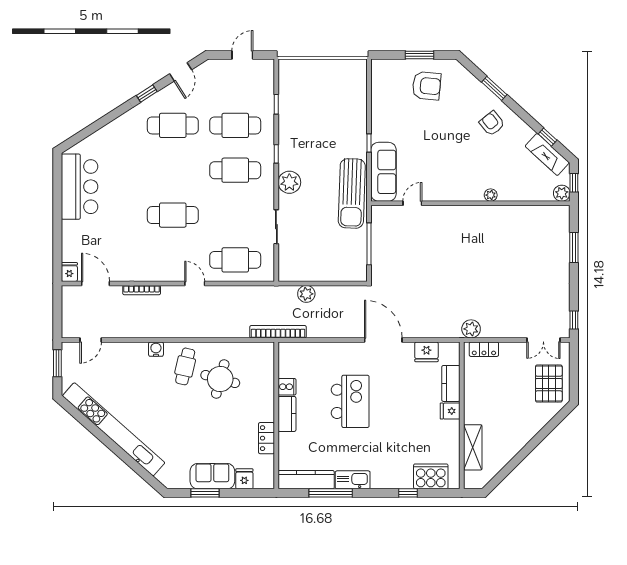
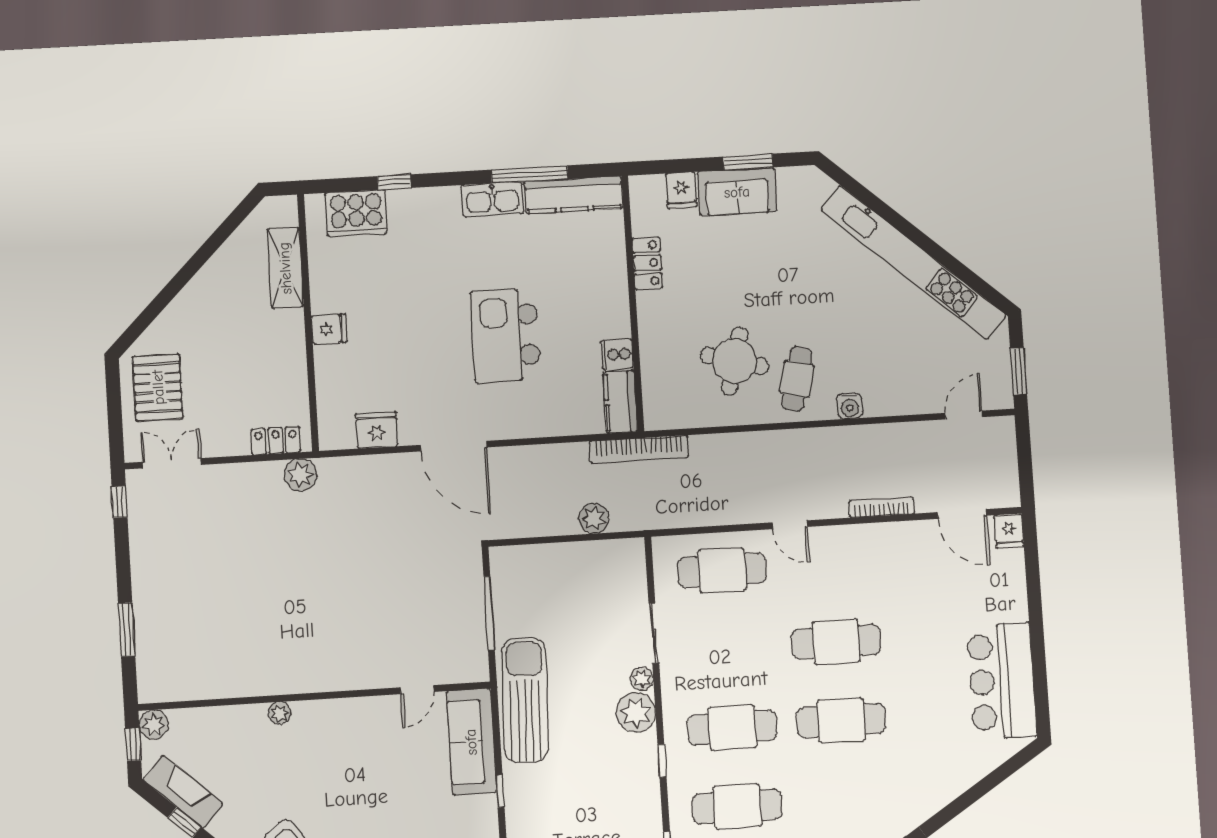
cafe table: (173, 125) -> (841, 720), moved
plant: (285, 201) -> (642, 679), added
kitchen counter: (451, 383) -> (330, 377), removed
kitchen counter: (287, 414) -> (620, 402), moved

